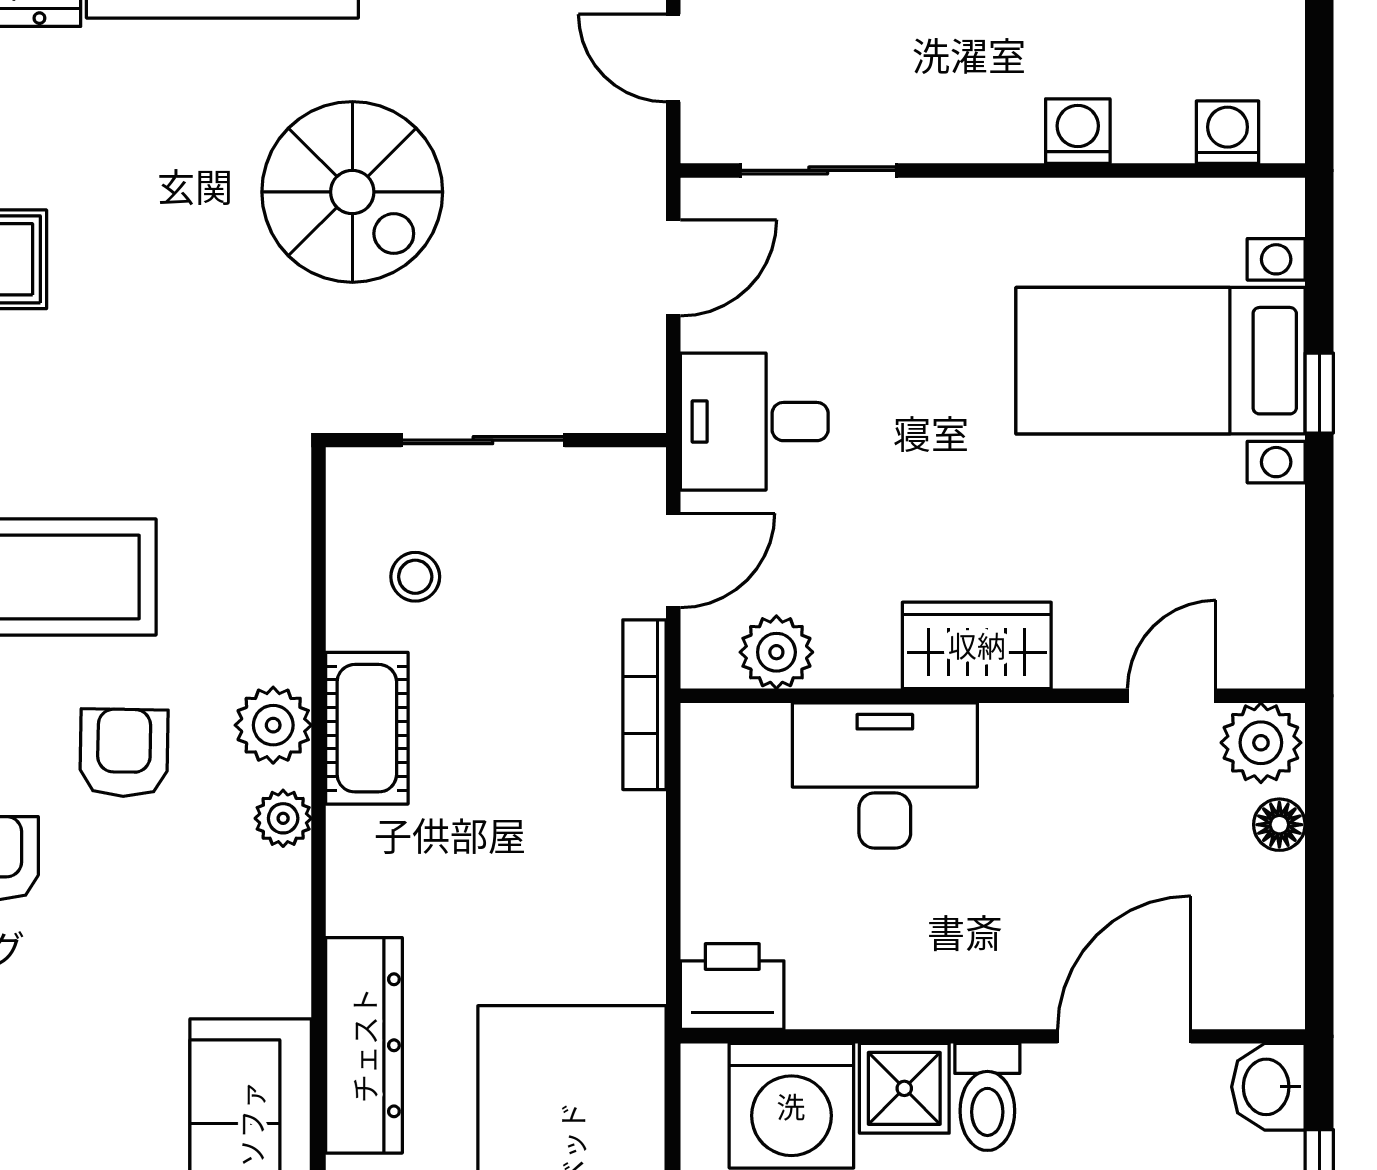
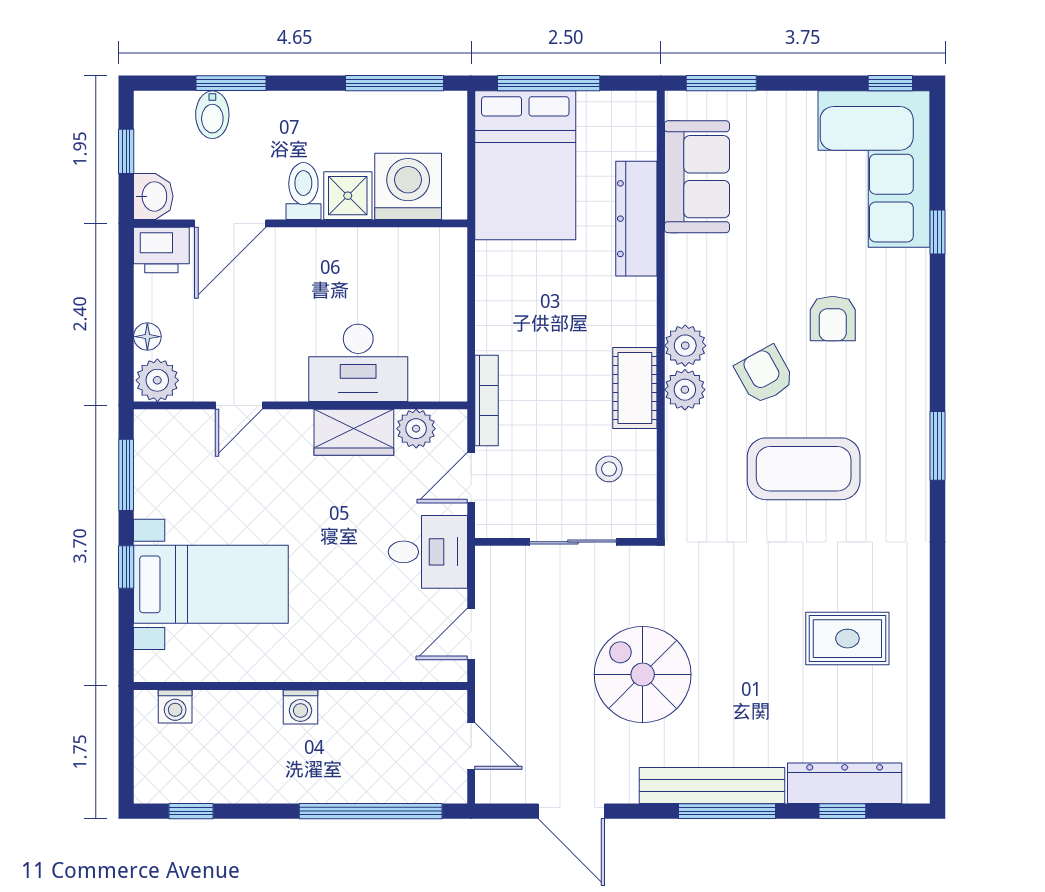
washing machine: (1078, 131) -> (300, 707), moved
sliding door: (818, 170) -> (394, 686), removed
window: (1319, 566) -> (126, 475), added
wardrobe: (977, 645) -> (354, 432), moved
door: (1172, 696) -> (239, 405), moved
armchair: (124, 753) -> (765, 375), turned 150
plant: (283, 818) -> (685, 346), width x1.38, depth x1.38
printer: (732, 986) -> (161, 250), moved

